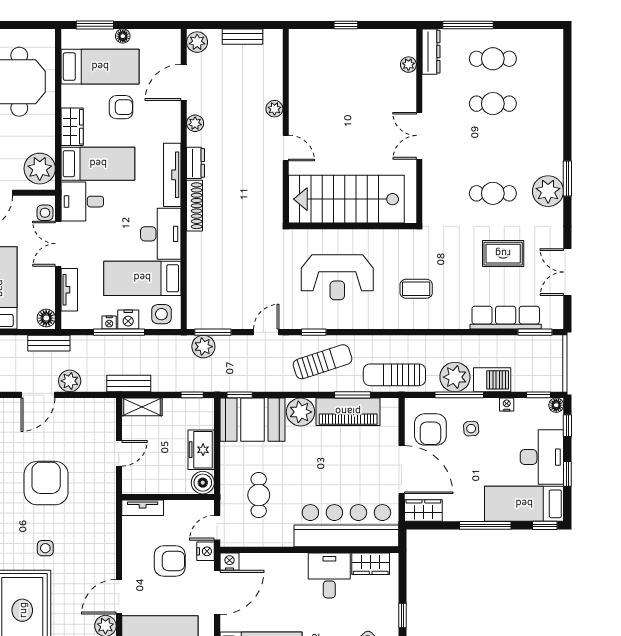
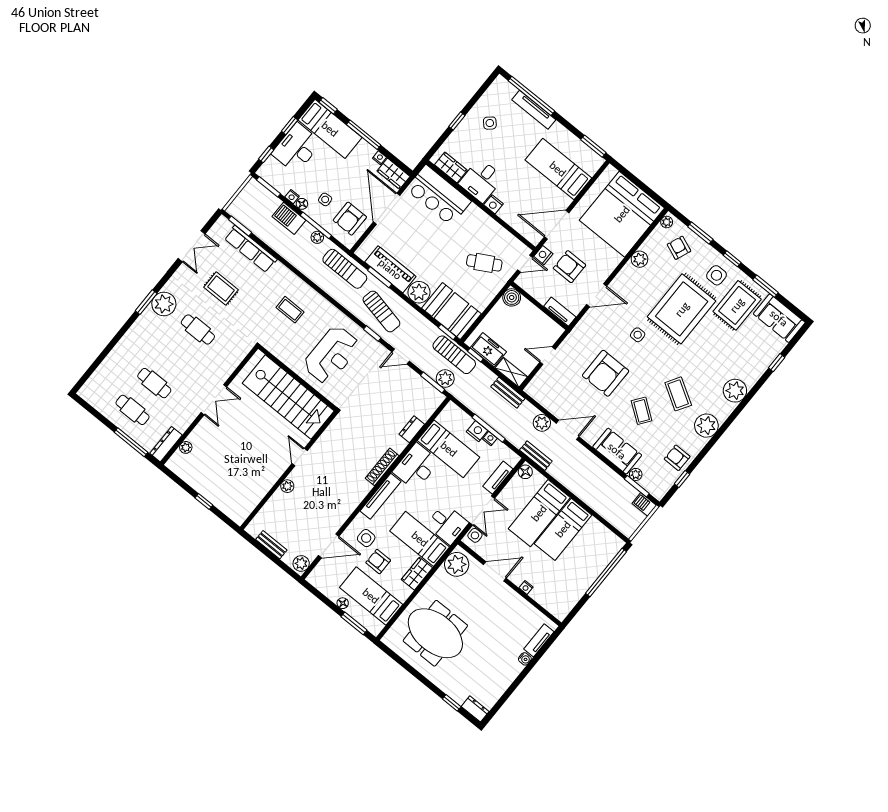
plant: (195, 123) -> (342, 516), removed
dresser: (196, 163) -> (412, 429), moved
reception desk: (337, 277) -> (332, 355), turned 90
side table: (161, 314) -> (366, 538), moved
sun lounger: (323, 362) -> (381, 312), turned -150
plant: (455, 377) -> (317, 237), width x0.53, depth x0.53
sun lounger: (214, 378) -> (454, 355), added
window: (538, 395) -> (268, 187), width x1.50
floor lamp: (556, 405) -> (302, 204), moved
armchair: (430, 429) -> (350, 219), turned 180
freezer: (201, 450) -> (488, 350), moved, turned -90
cafe table: (259, 495) -> (484, 263), turned 61
nightstand: (451, 515) -> (379, 158), added
bar counter: (346, 526) -> (438, 195), width x0.73
nightstand: (230, 562) -> (494, 204), moved
door: (119, 597) -> (597, 295), moved

